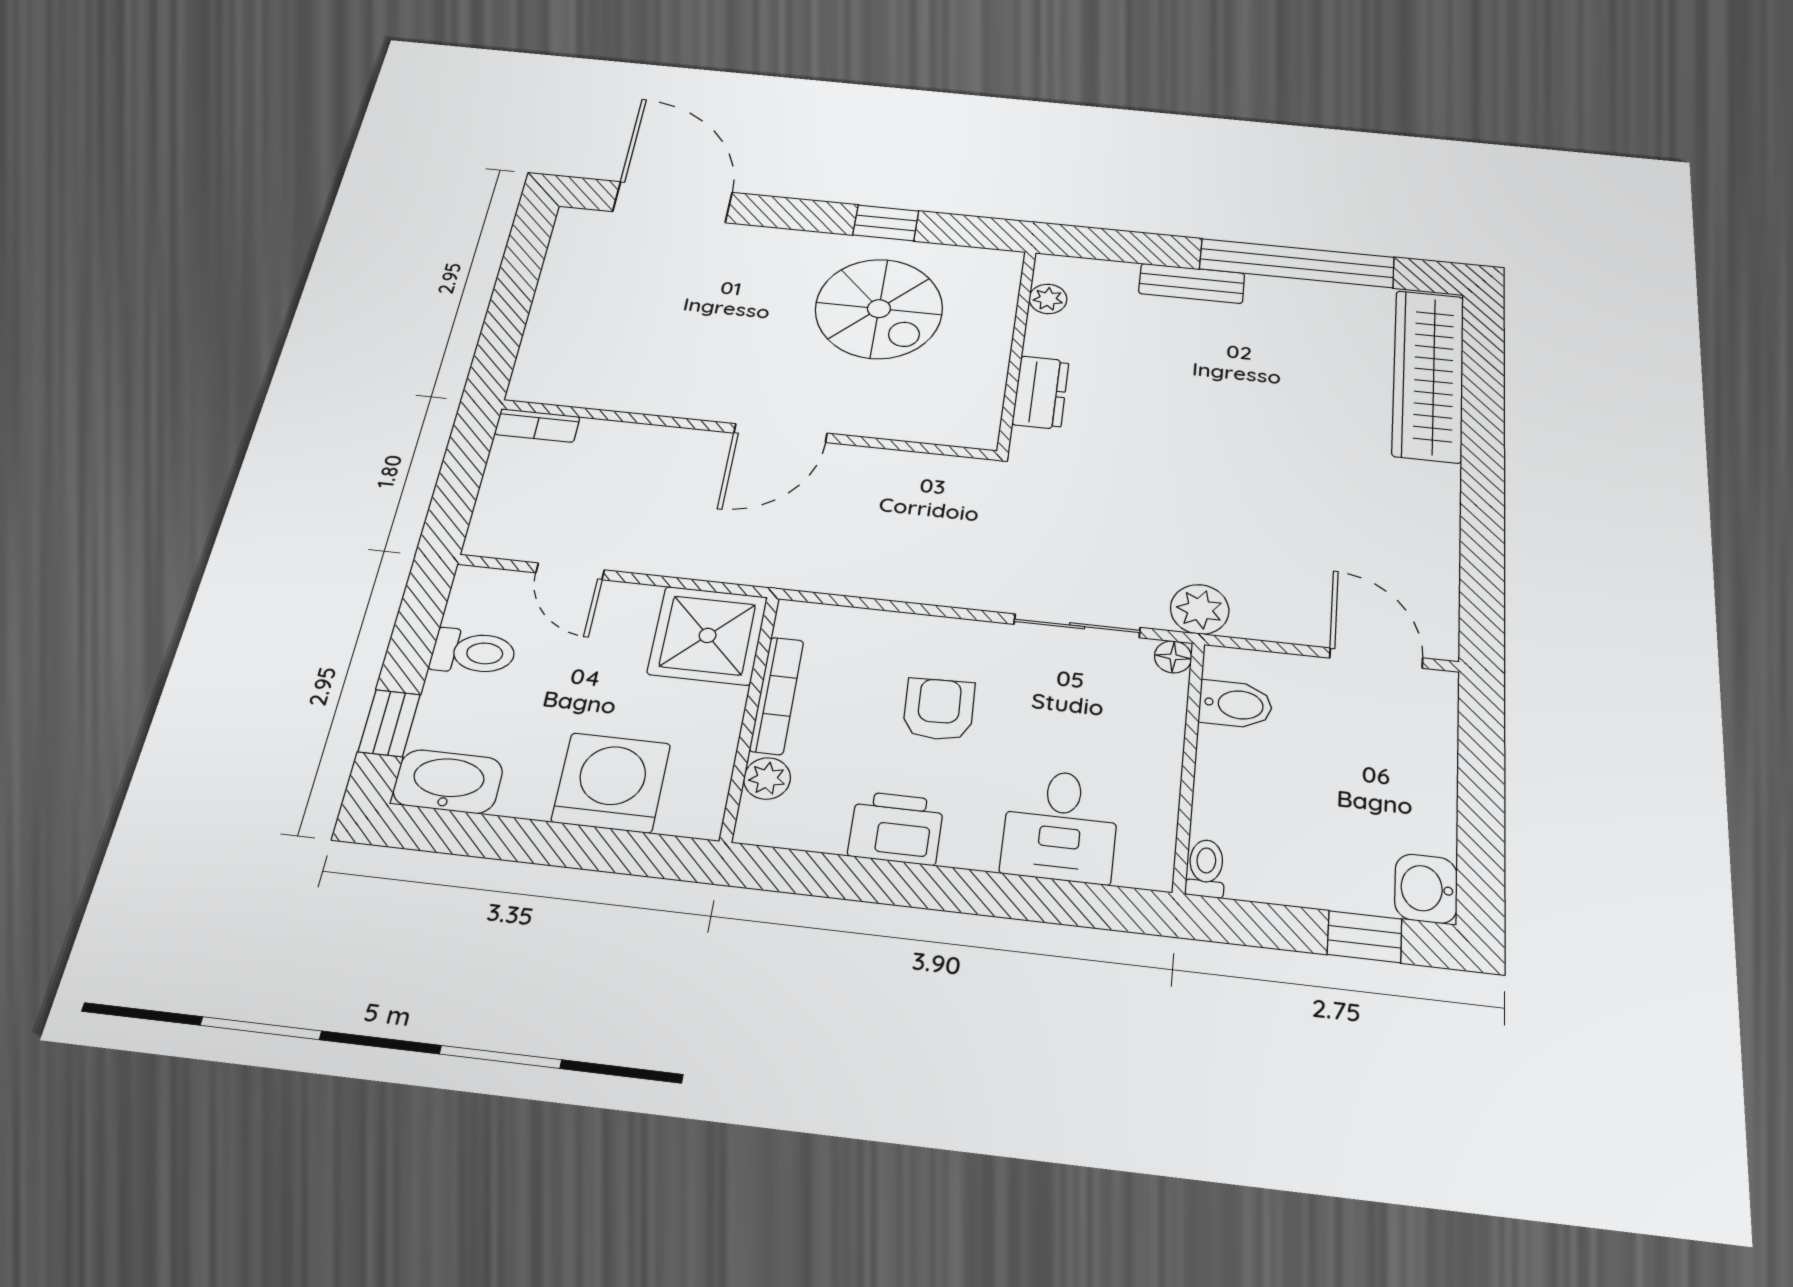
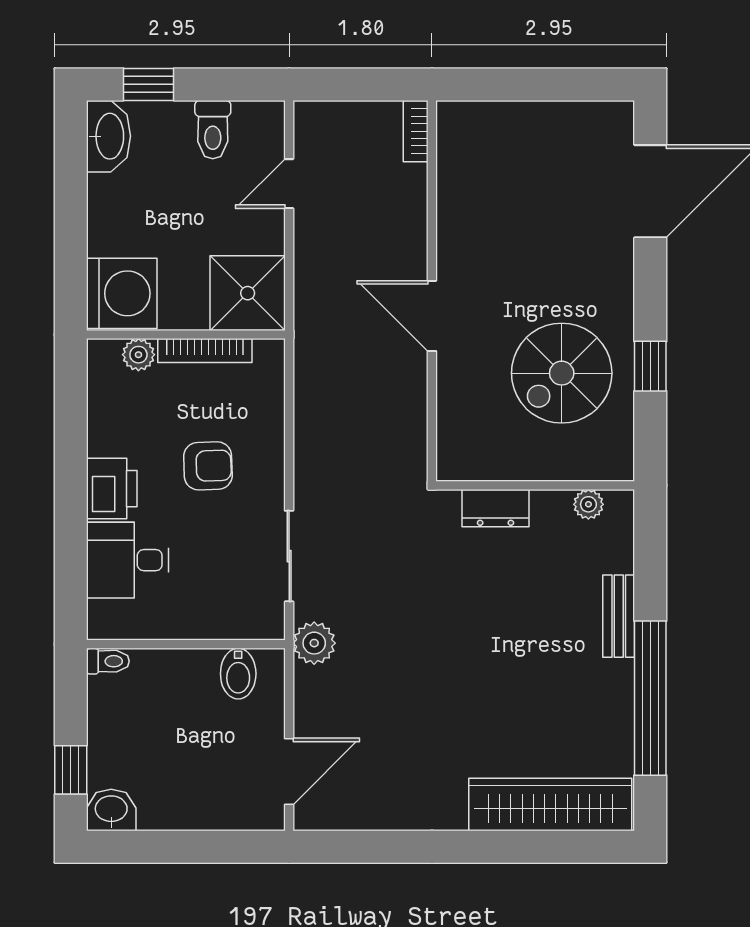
floor lamp: (1173, 657) -> (272, 627), removed
washing machine: (611, 783) -> (122, 293), moved
printer: (896, 828) -> (112, 489), moved

